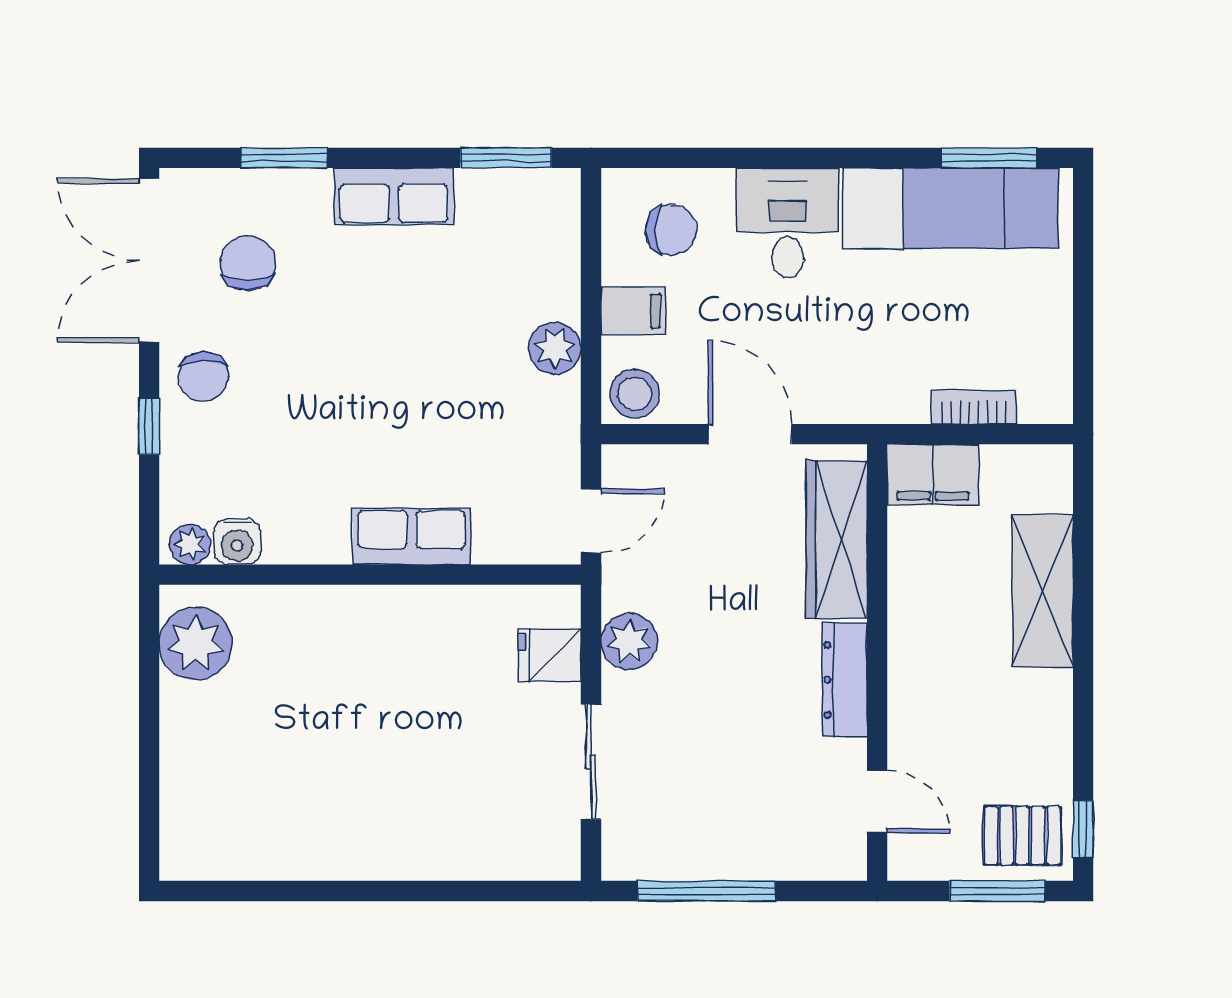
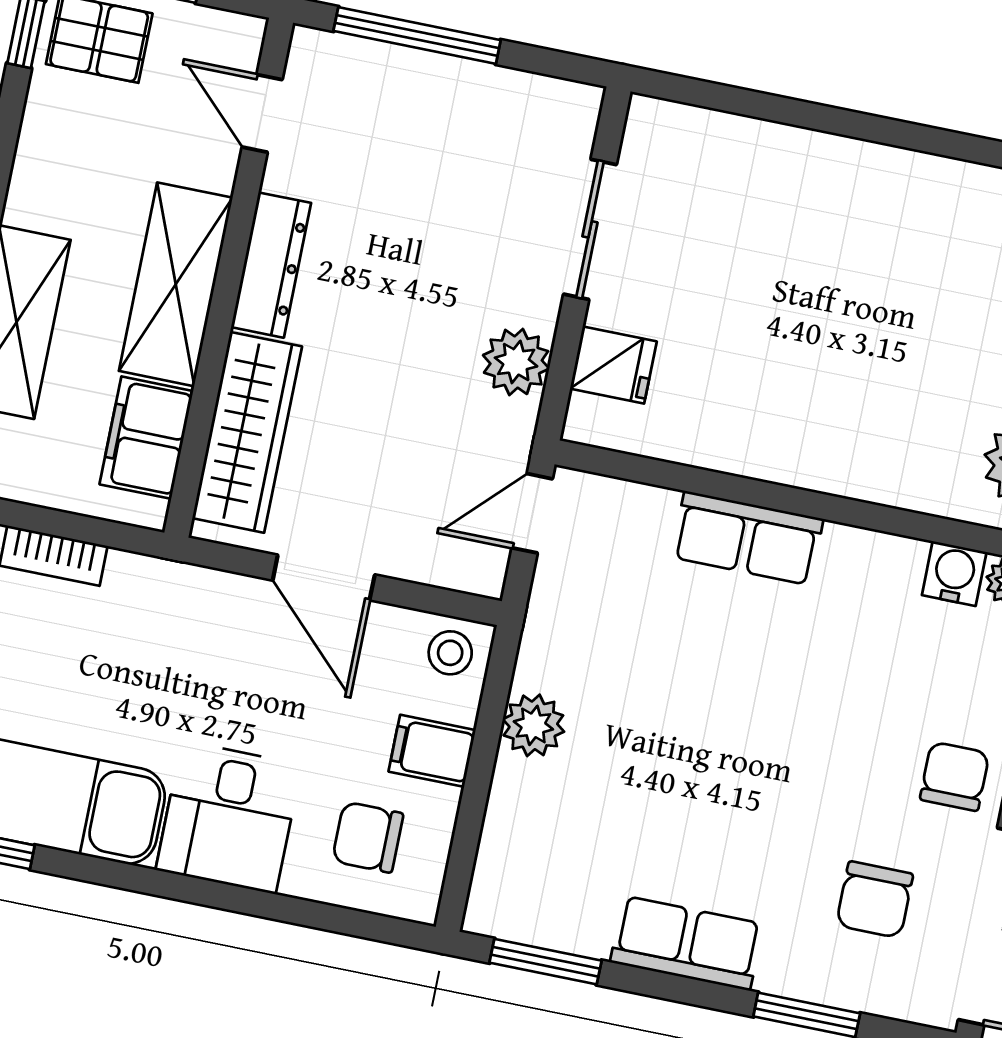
stool: (635, 394) -> (450, 653), width x0.73, depth x0.73
filing cabinet: (933, 475) -> (146, 438), moved, turned -90
shelving: (919, 648) -> (176, 284), added
window: (706, 891) -> (417, 35), moved

